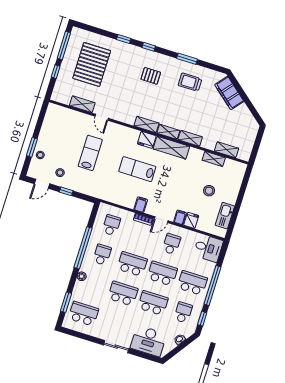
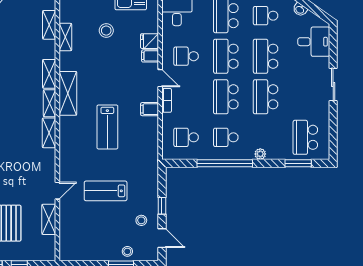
fridge: (147, 140) -> (68, 127), removed
desk: (148, 341) -> (314, 42), width x0.73

